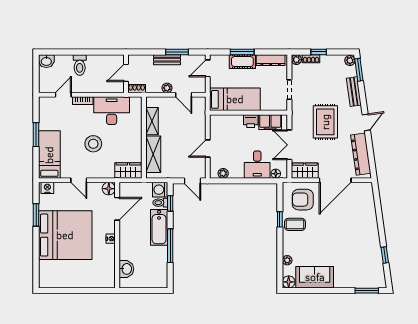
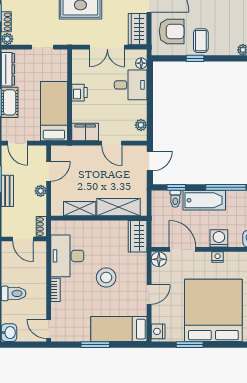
door: (63, 95) -> (49, 329), moved
filing cabinet: (270, 122) -> (85, 132), moved, turned -90
washing machine: (160, 190) -> (219, 238), moved, turned 180
armchair: (303, 200) -> (172, 31), turned -90

